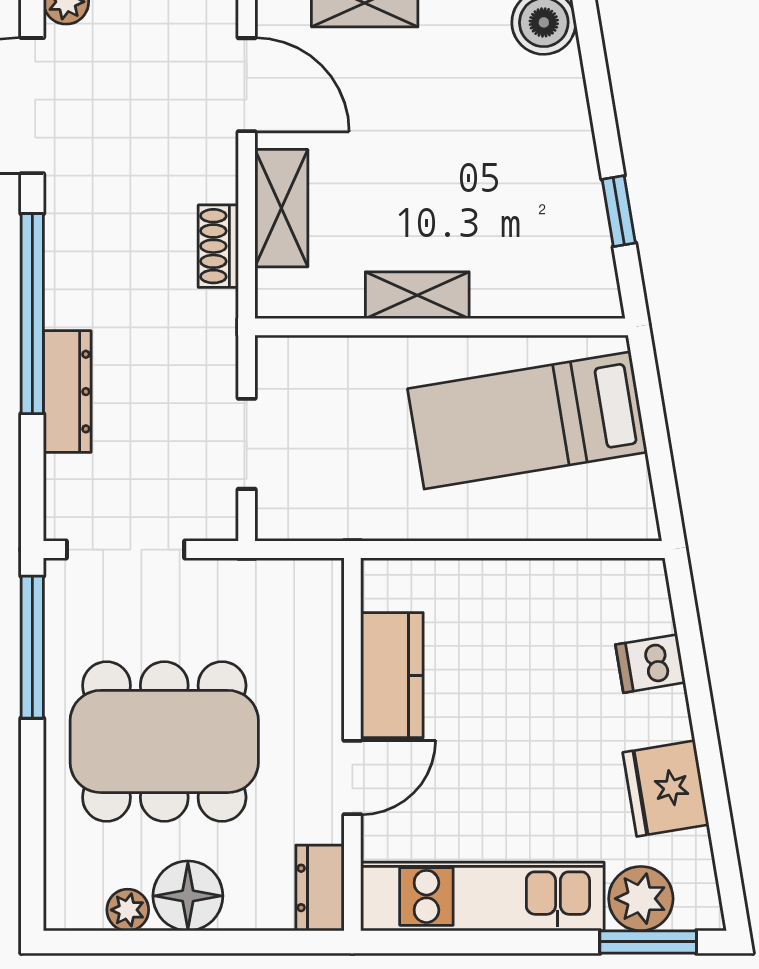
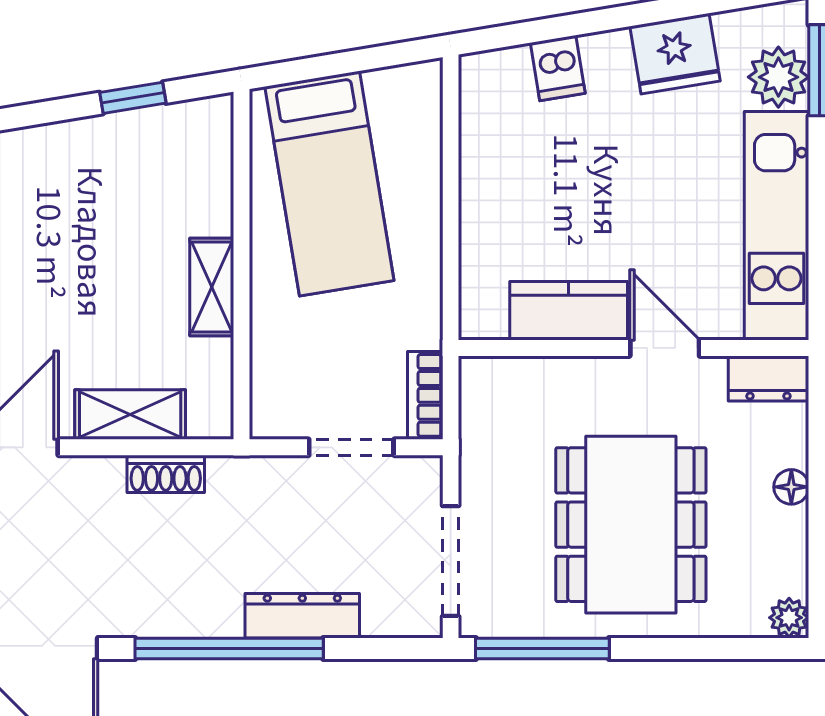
bookcase: (302, 522) -> (425, 395), added
floor lamp: (188, 896) -> (791, 487), width x0.53, depth x0.53
plant: (128, 910) -> (789, 618), moved

